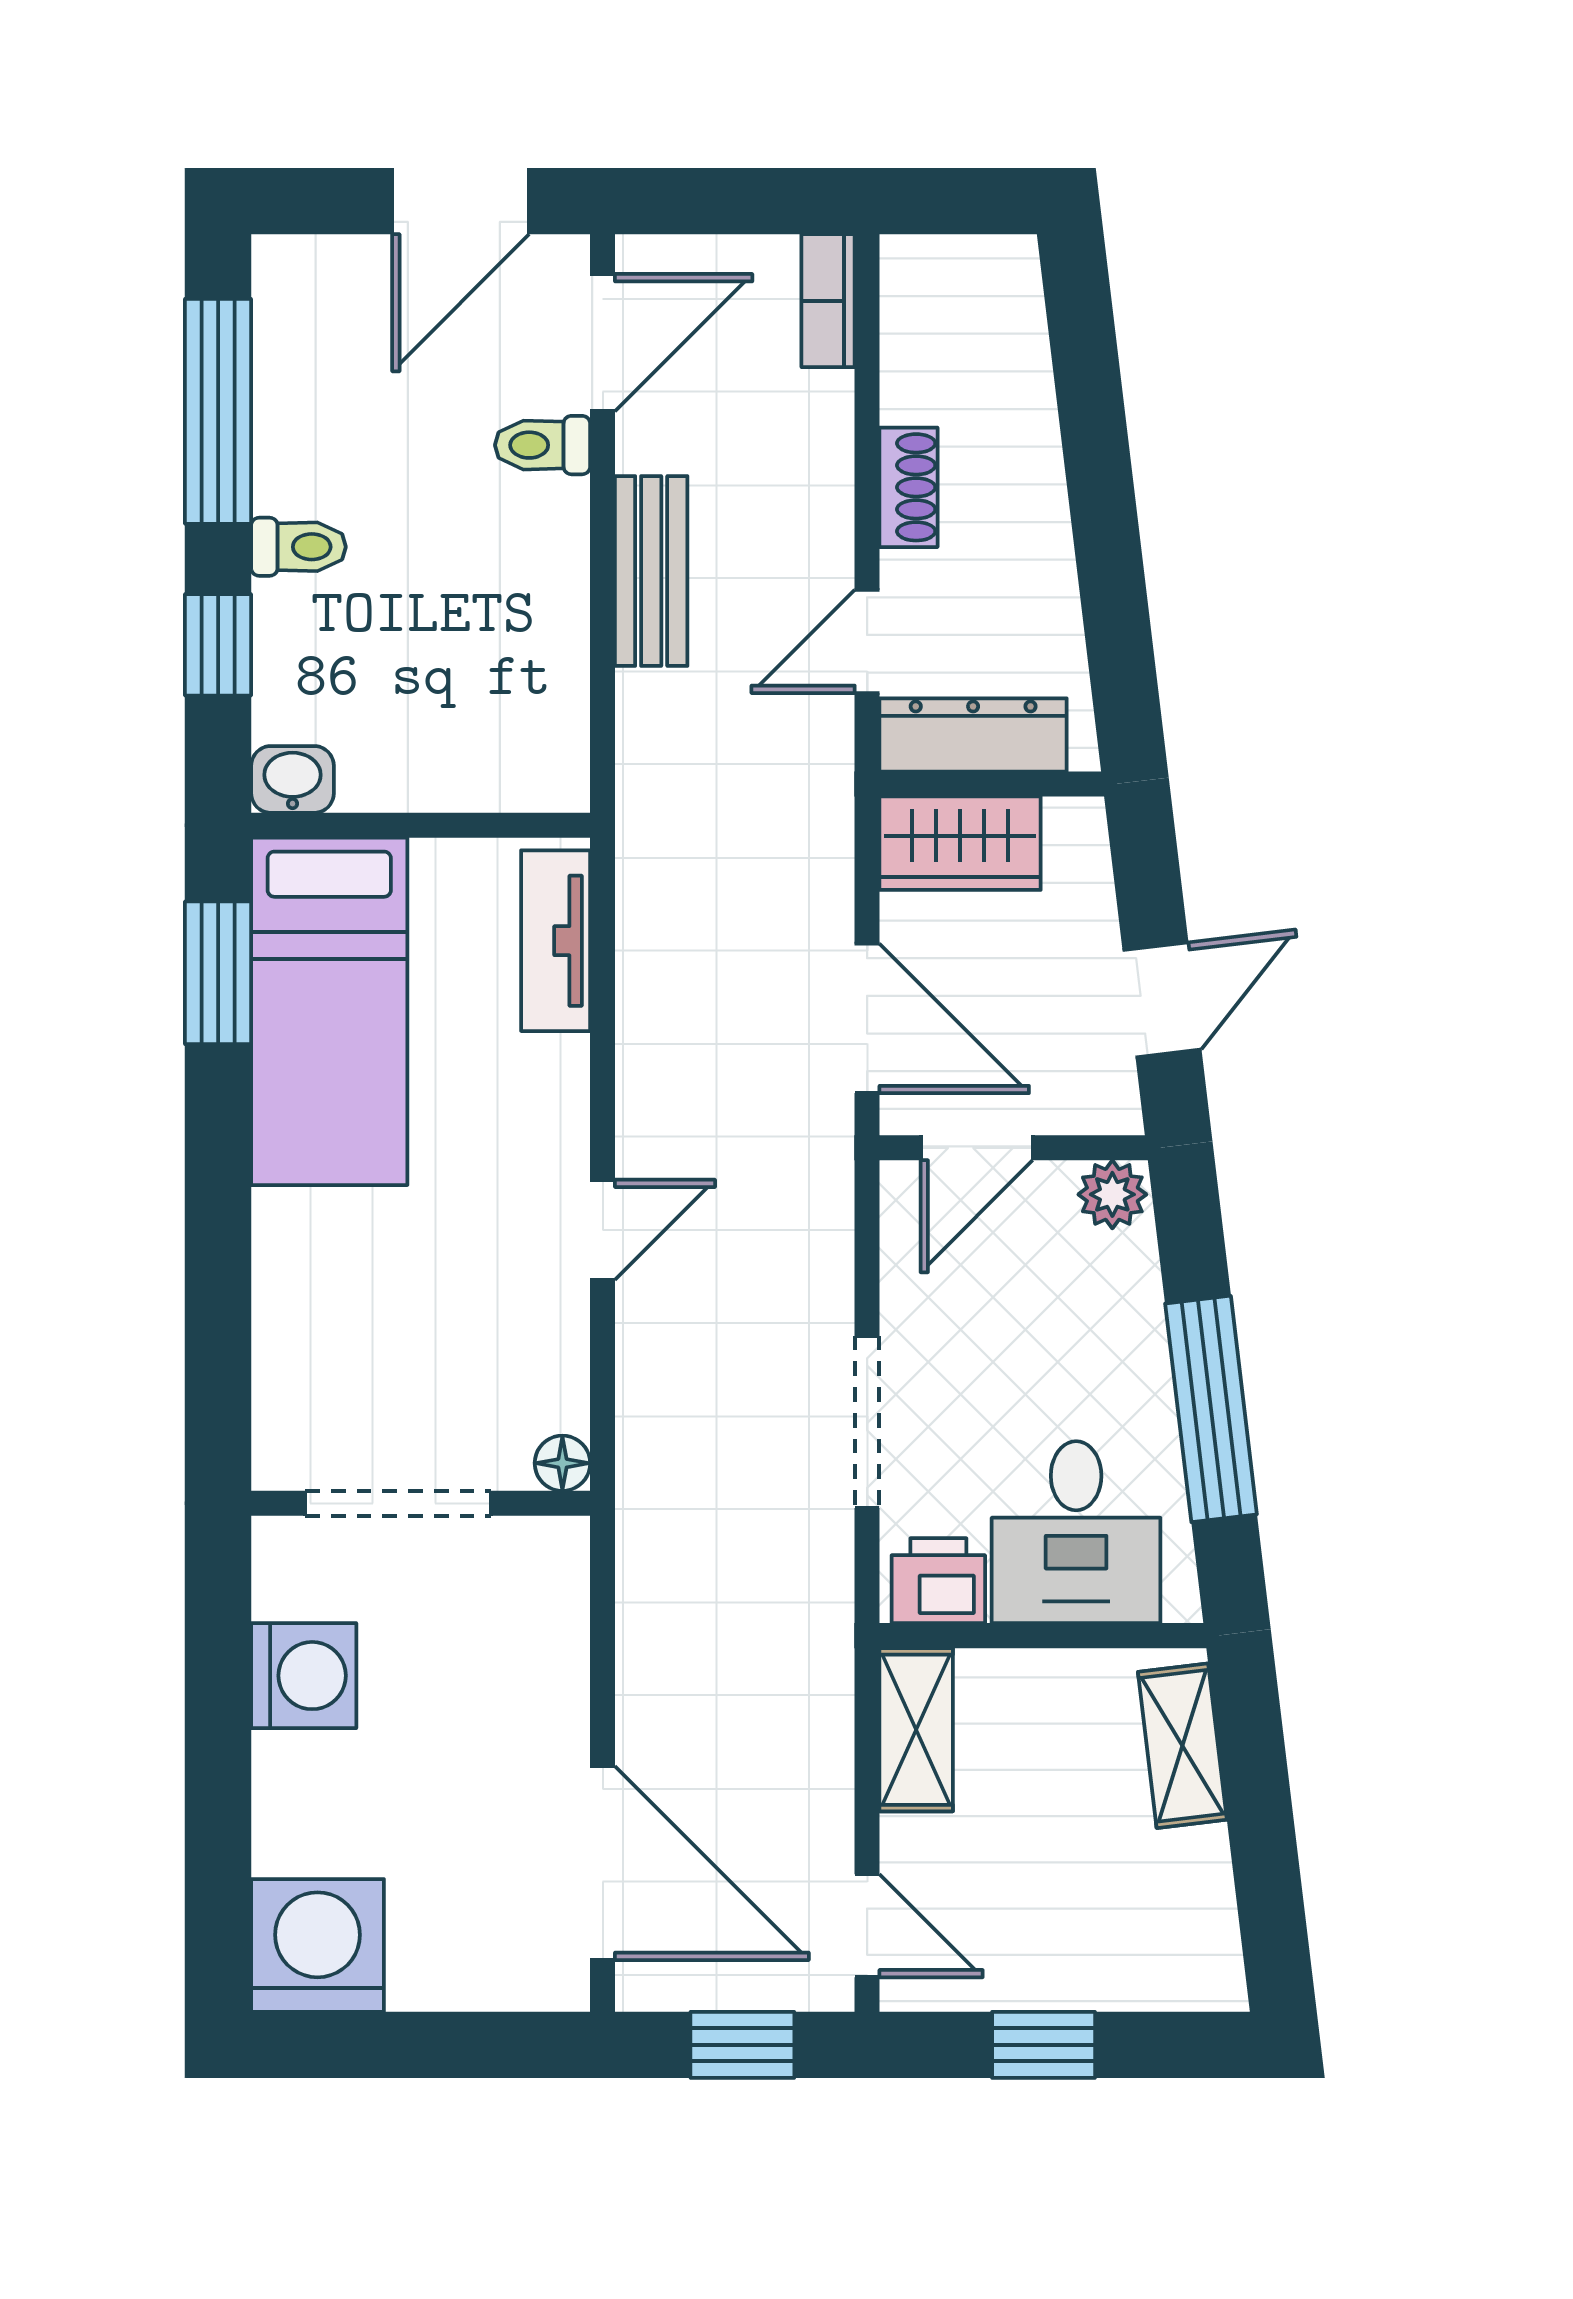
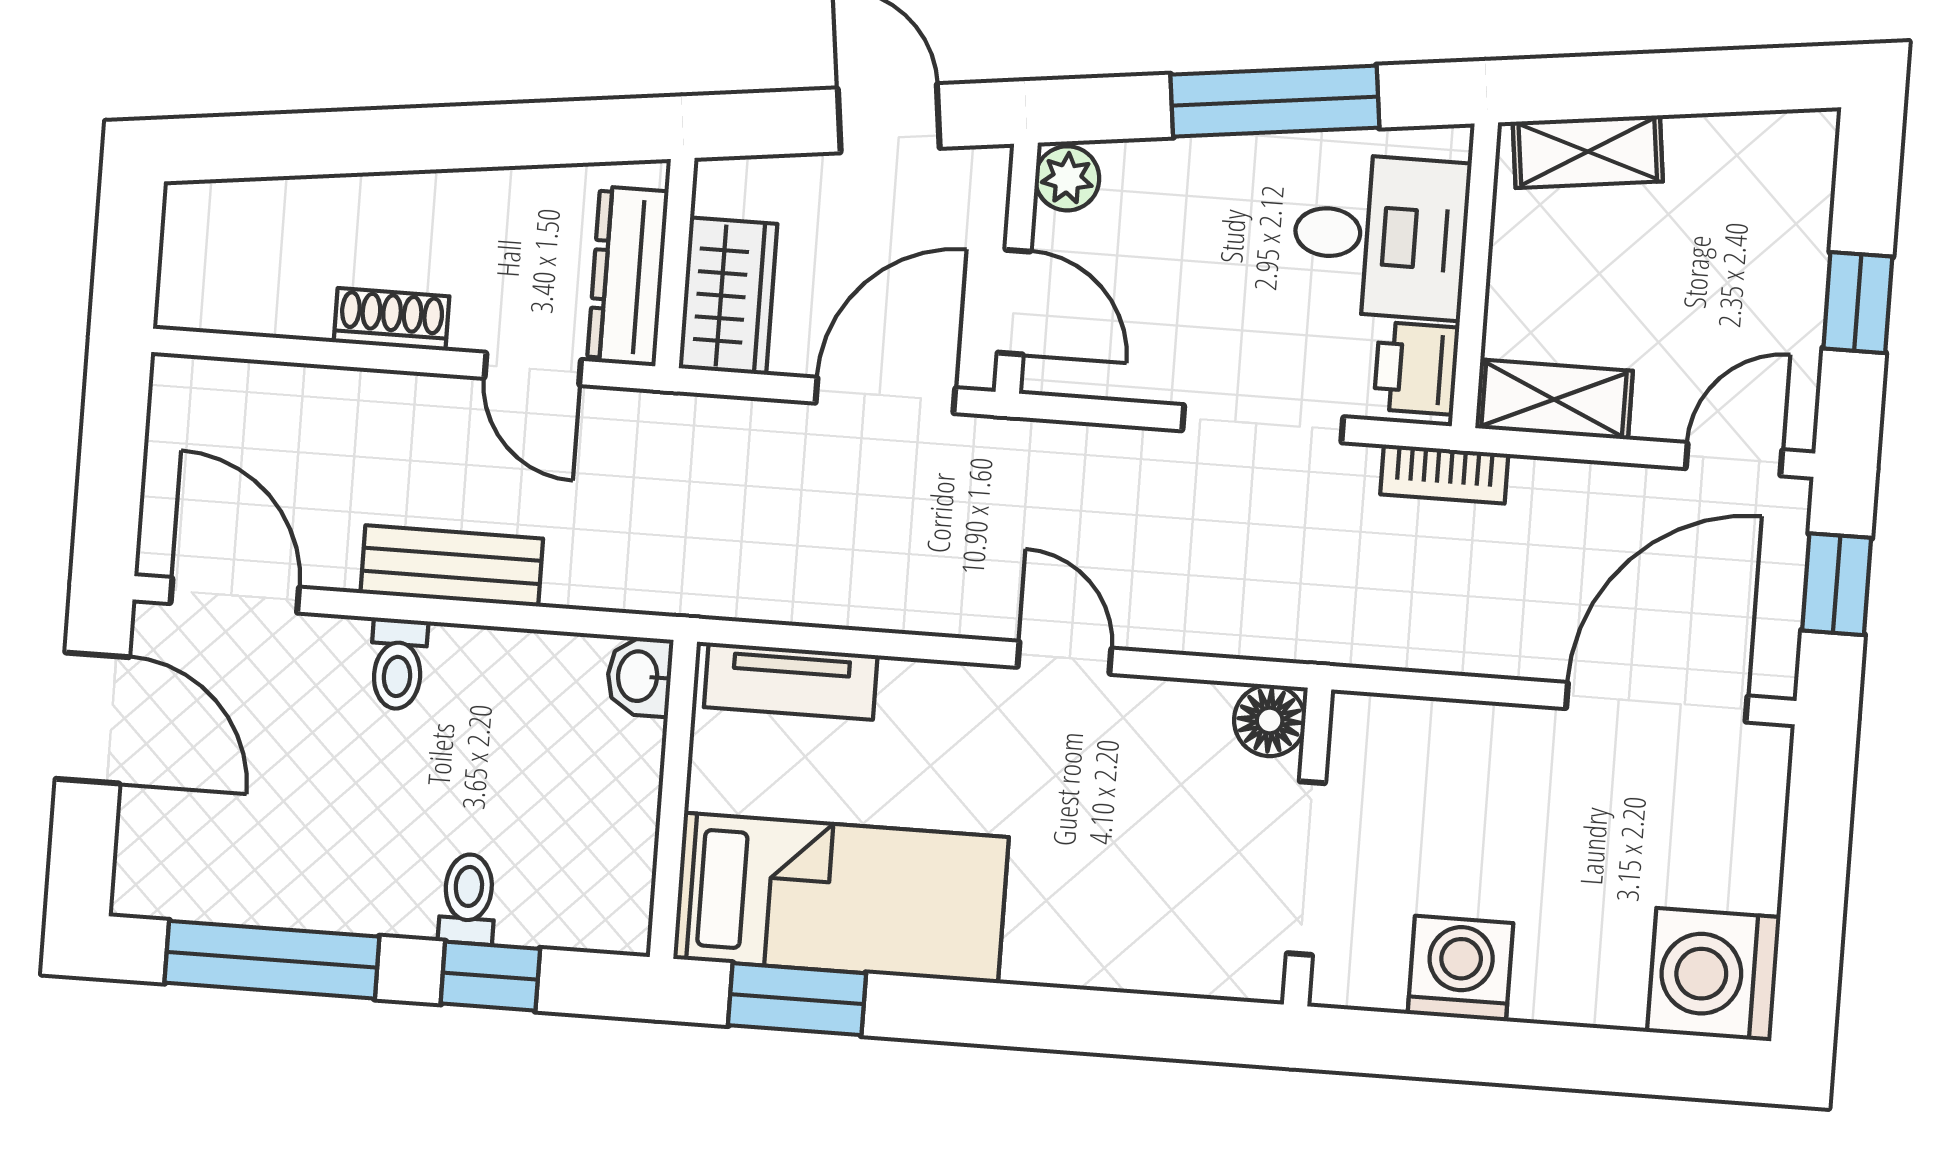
bookcase: (828, 301) -> (1444, 474), moved
toilet: (543, 445) -> (398, 664), moved
toilet: (298, 547) -> (468, 899), moved
washbasin: (293, 779) -> (639, 676), moved
floor lamp: (562, 1463) -> (1270, 721), width x1.37, depth x1.37

